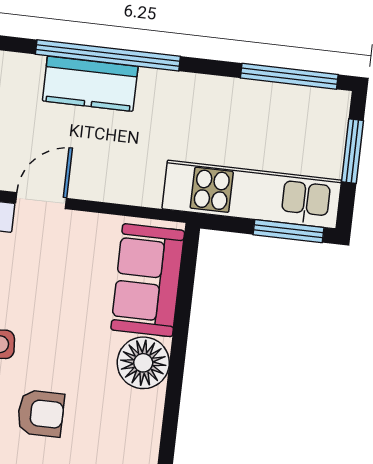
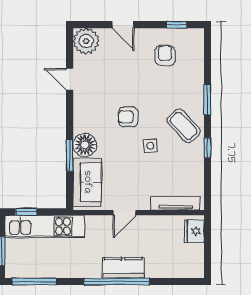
door: (41, 201) -> (124, 213), moved
window: (289, 231) -> (26, 212), width x0.67
window: (179, 343) -> (70, 156), added

